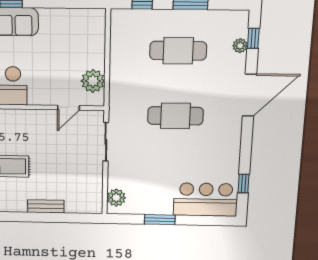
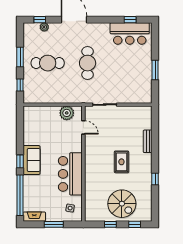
cafe table: (178, 51) -> (48, 63), turned 90
plant: (116, 198) -> (141, 97), removed
bar counter: (206, 200) -> (130, 34), moved, turned -90

